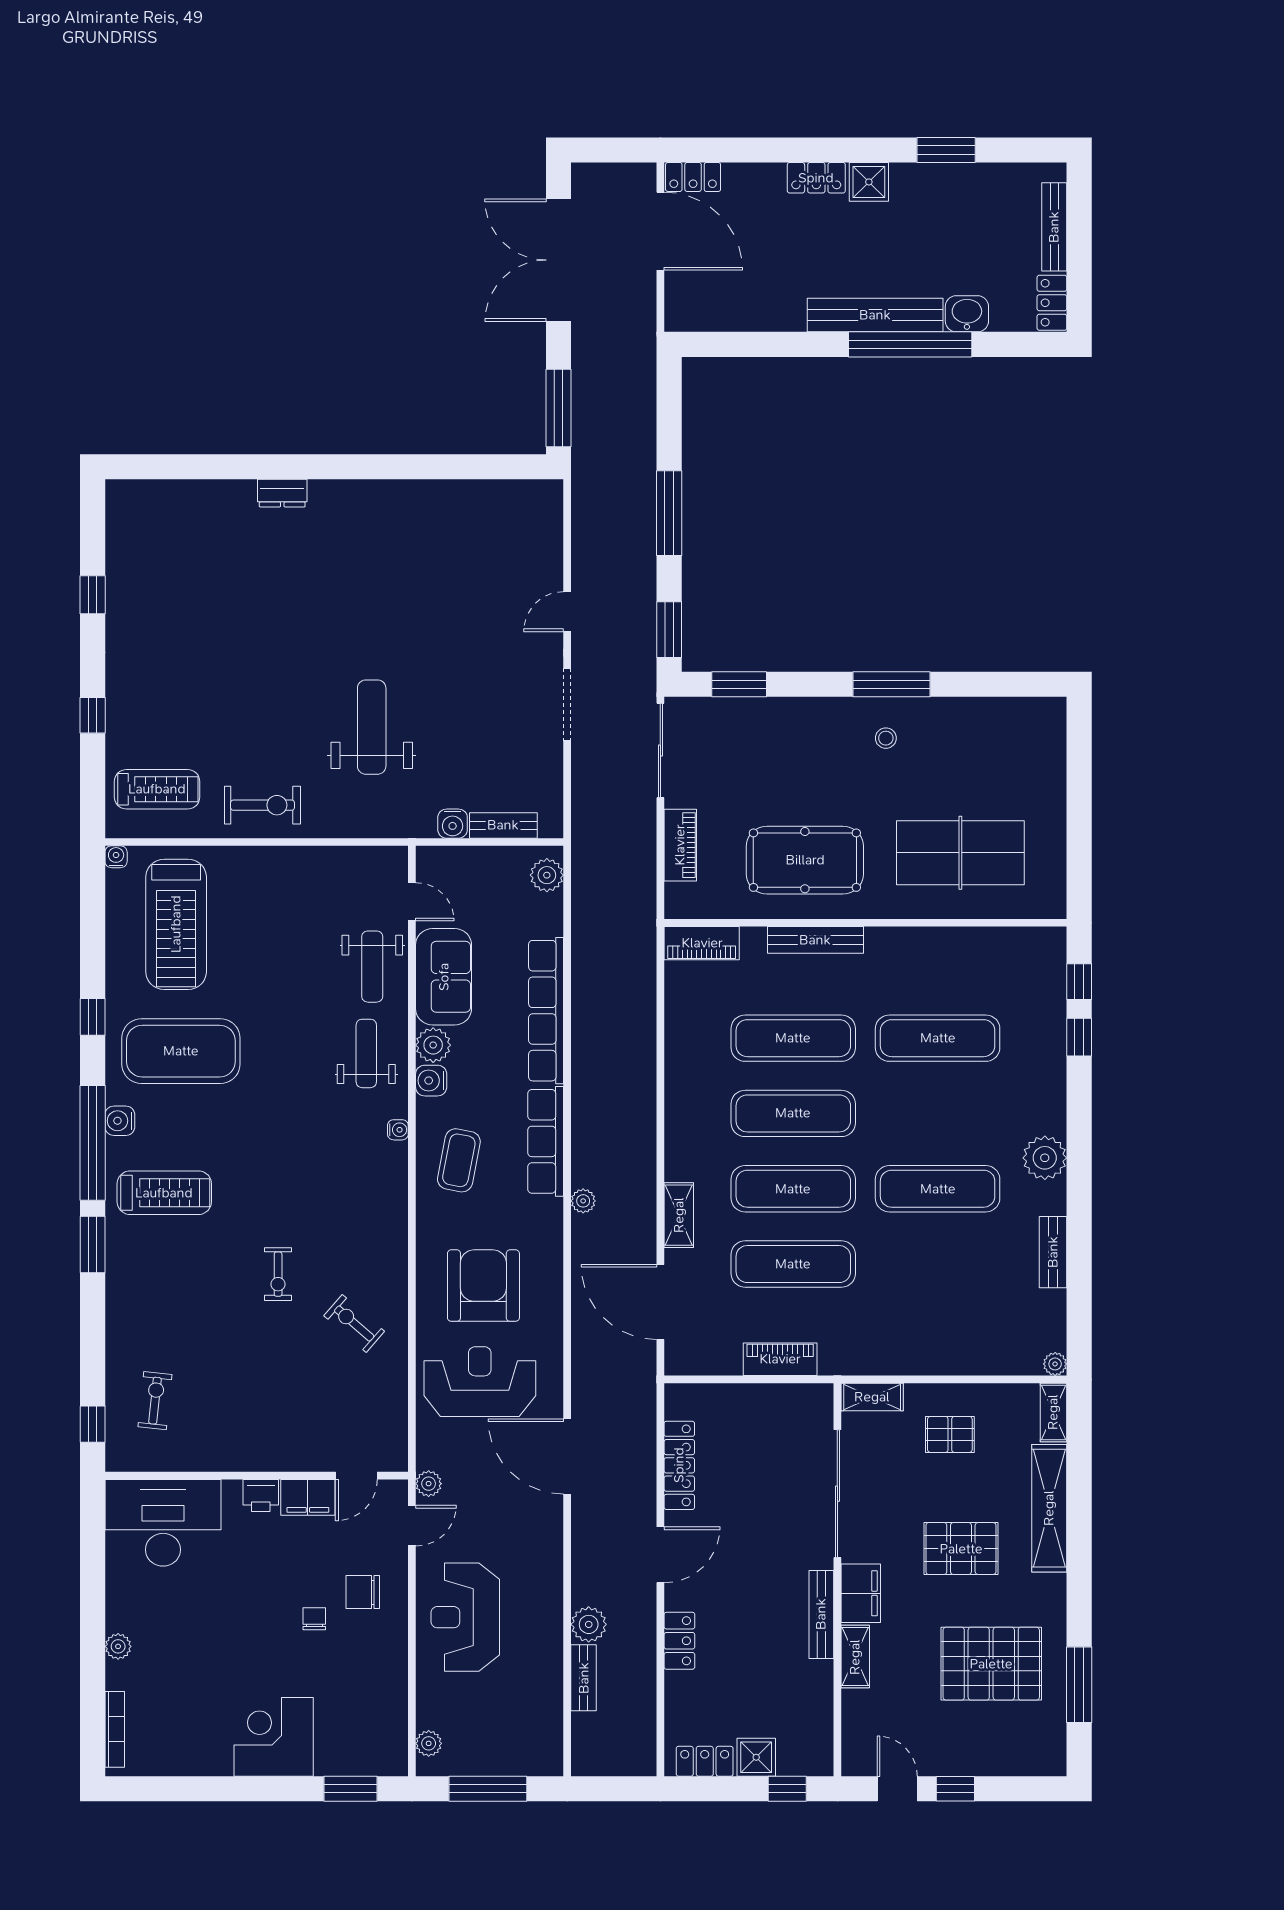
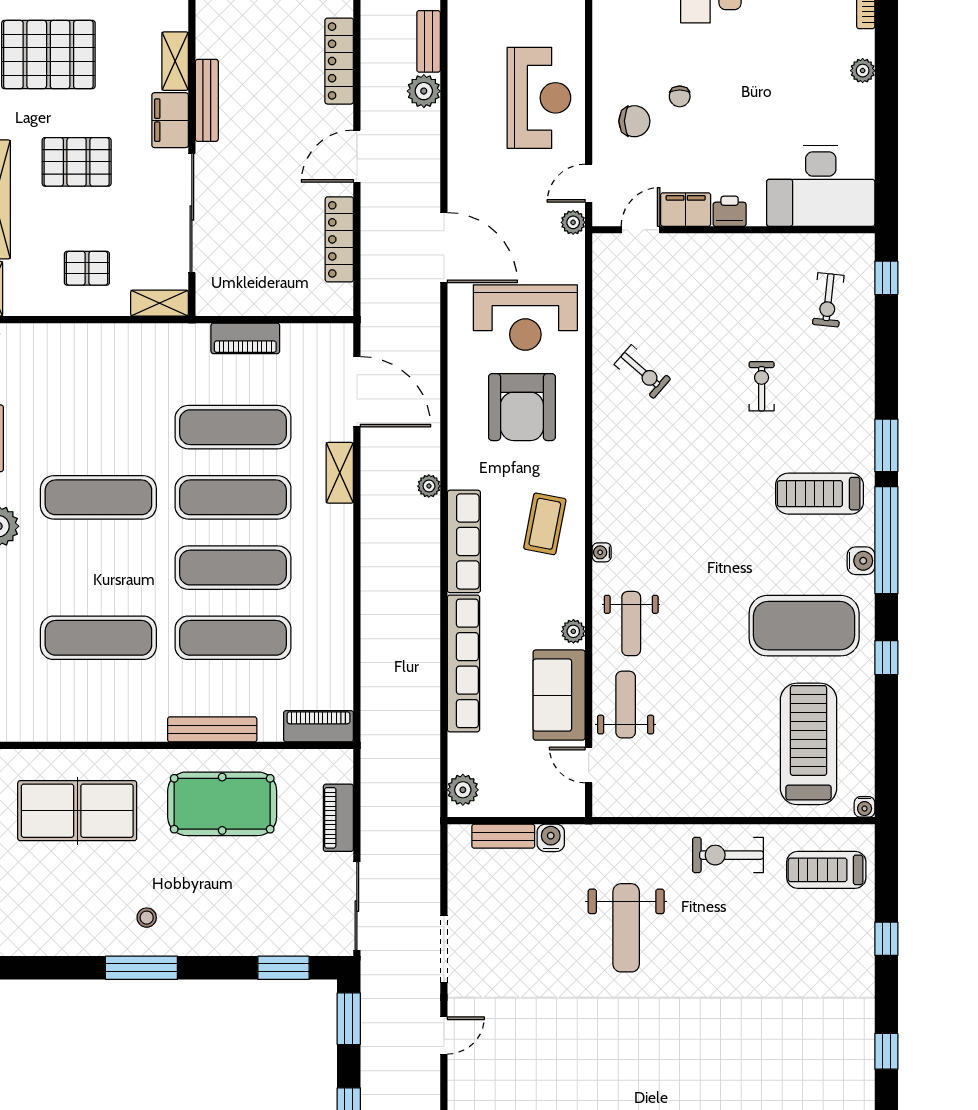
plant: (433, 1045) -> (573, 631), width x0.73, depth x0.73
water cooler: (431, 1081) -> (571, 598), removed
exercise bike: (278, 1274) -> (762, 386), moved
locker: (679, 1641) -> (339, 61), width x1.53

